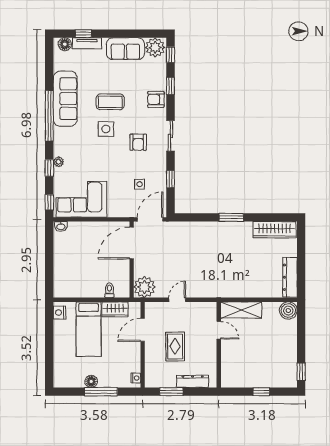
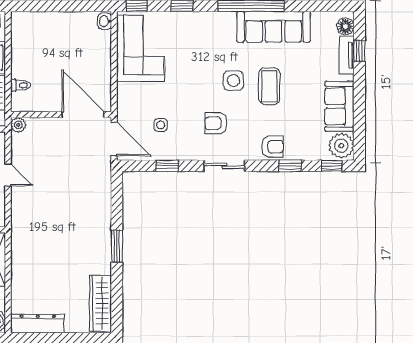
armchair: (156, 99) -> (273, 147), turned 90
plant: (59, 162) -> (190, 18), removed
plant: (144, 287) -> (18, 125), width x0.53, depth x0.53

